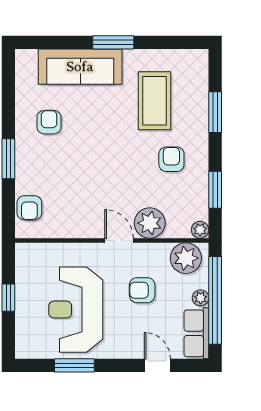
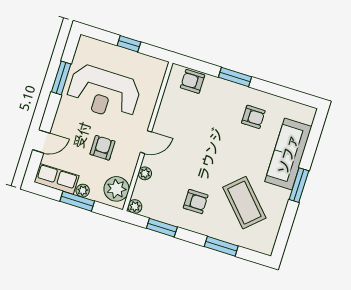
coffee table: (154, 101) -> (244, 203), turned 47
plant: (150, 223) -> (145, 173), width x0.53, depth x0.53
window: (215, 300) -> (77, 201), width x0.47
reception desk: (76, 310) -> (104, 92), turned 180

